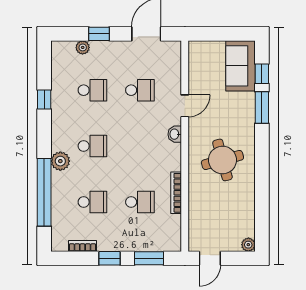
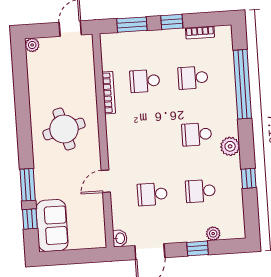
washbasin: (175, 134) -> (120, 238), moved
plant: (60, 161) -> (230, 146), moved

